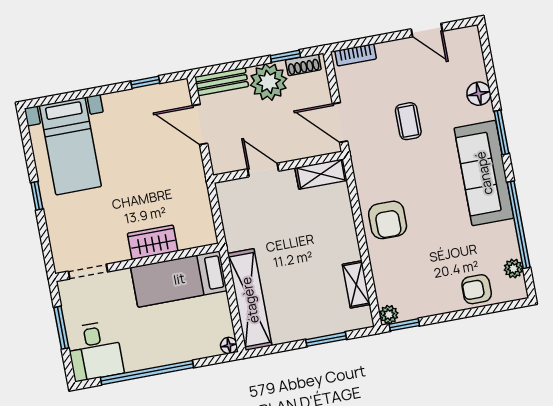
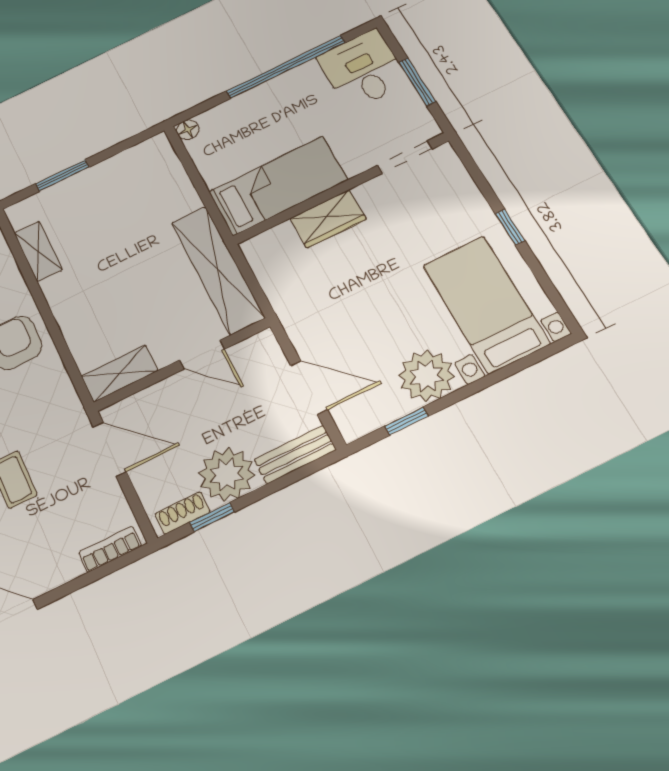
plant: (123, 109) -> (426, 376), added
shelving: (250, 300) -> (218, 270), moved

